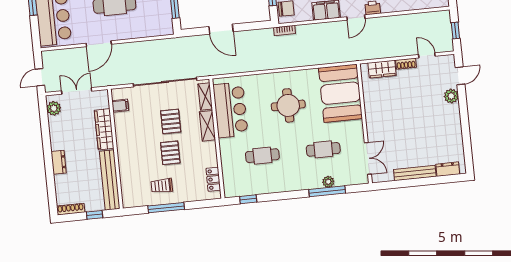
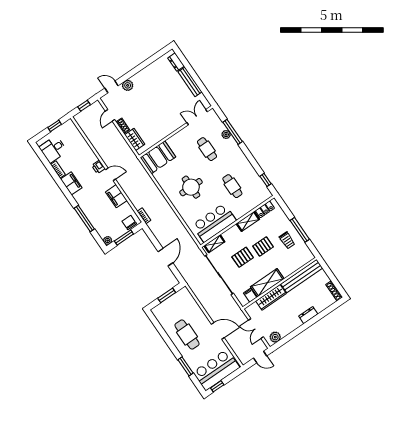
booth: (340, 93) -> (158, 157), width x0.73, depth x0.70
shelving: (207, 126) -> (248, 221), moved
shelving: (124, 134) -> (267, 283), added
window: (95, 215) -> (330, 273), removed

